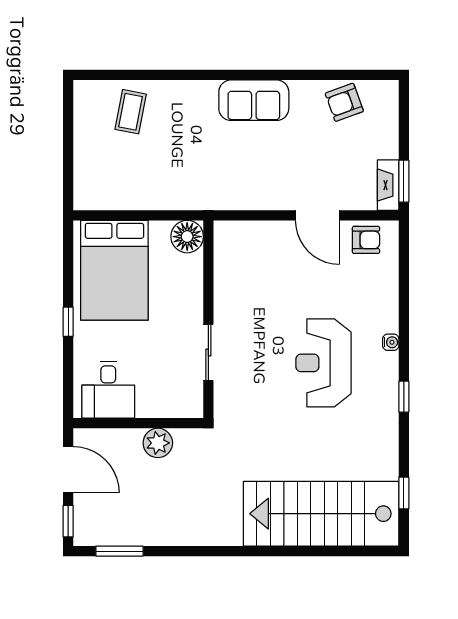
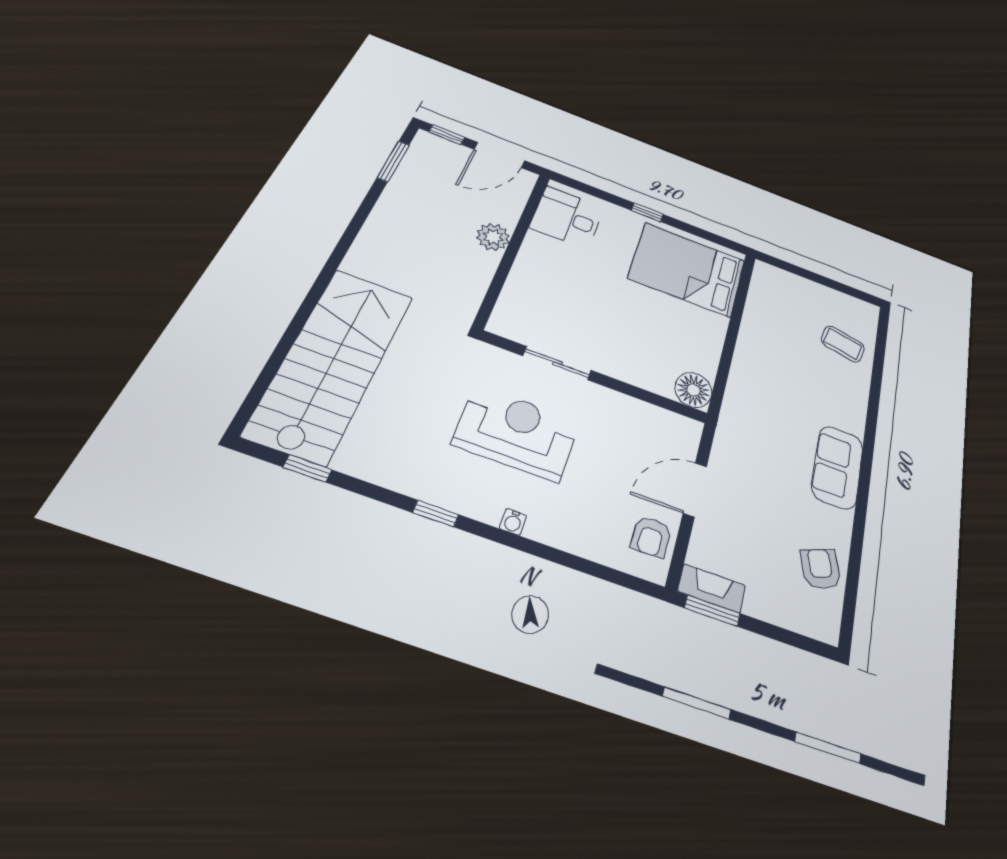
floor lamp: (187, 237) -> (693, 390), moved
wall: (208, 319) -> (595, 377), moved
sliding door: (208, 352) -> (557, 363), moved

